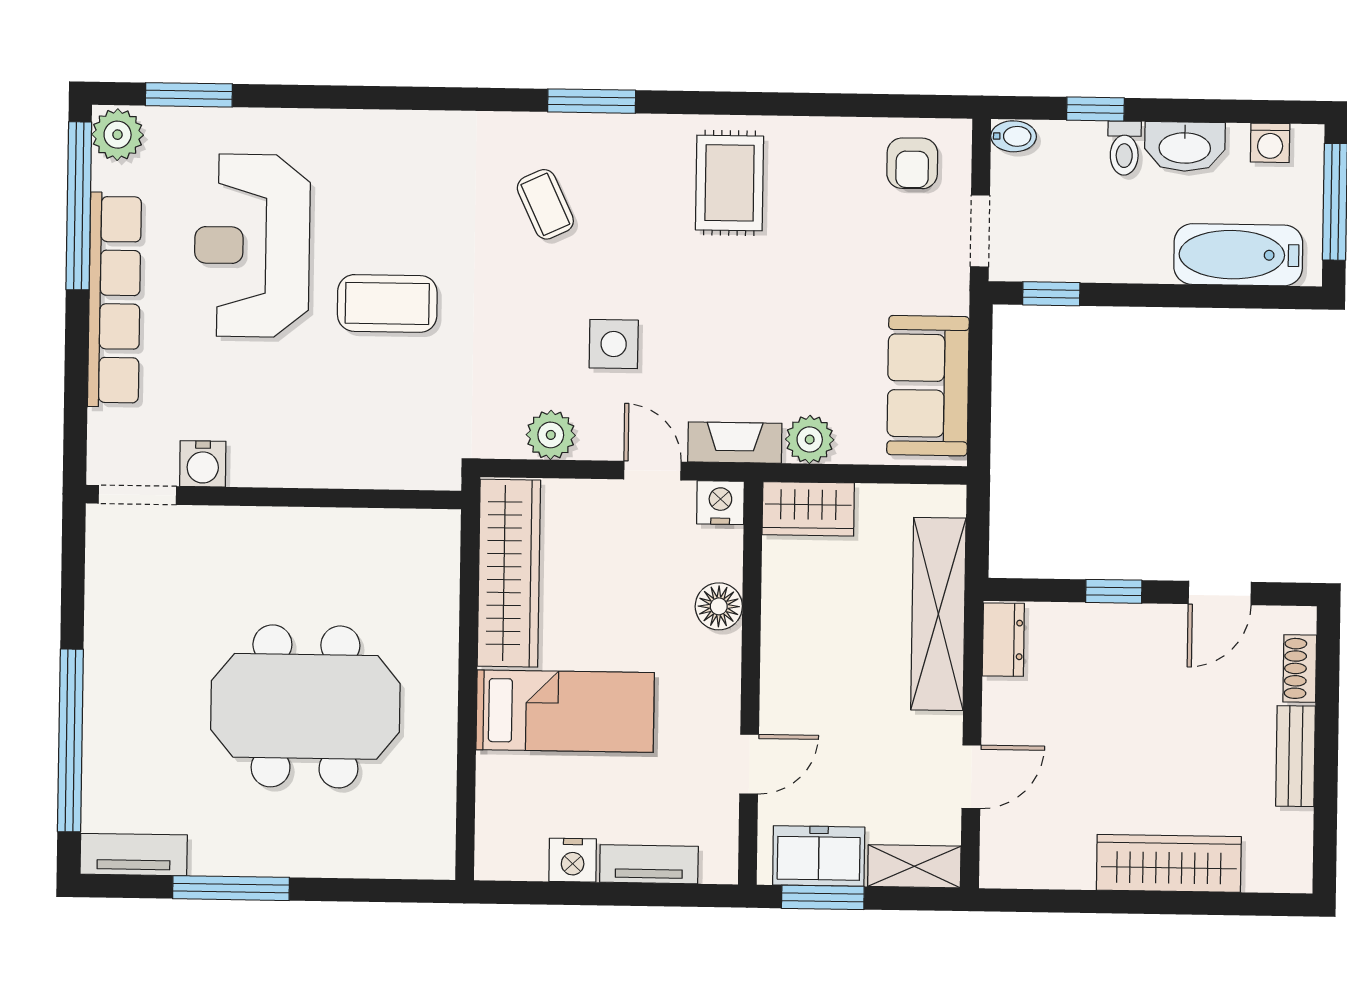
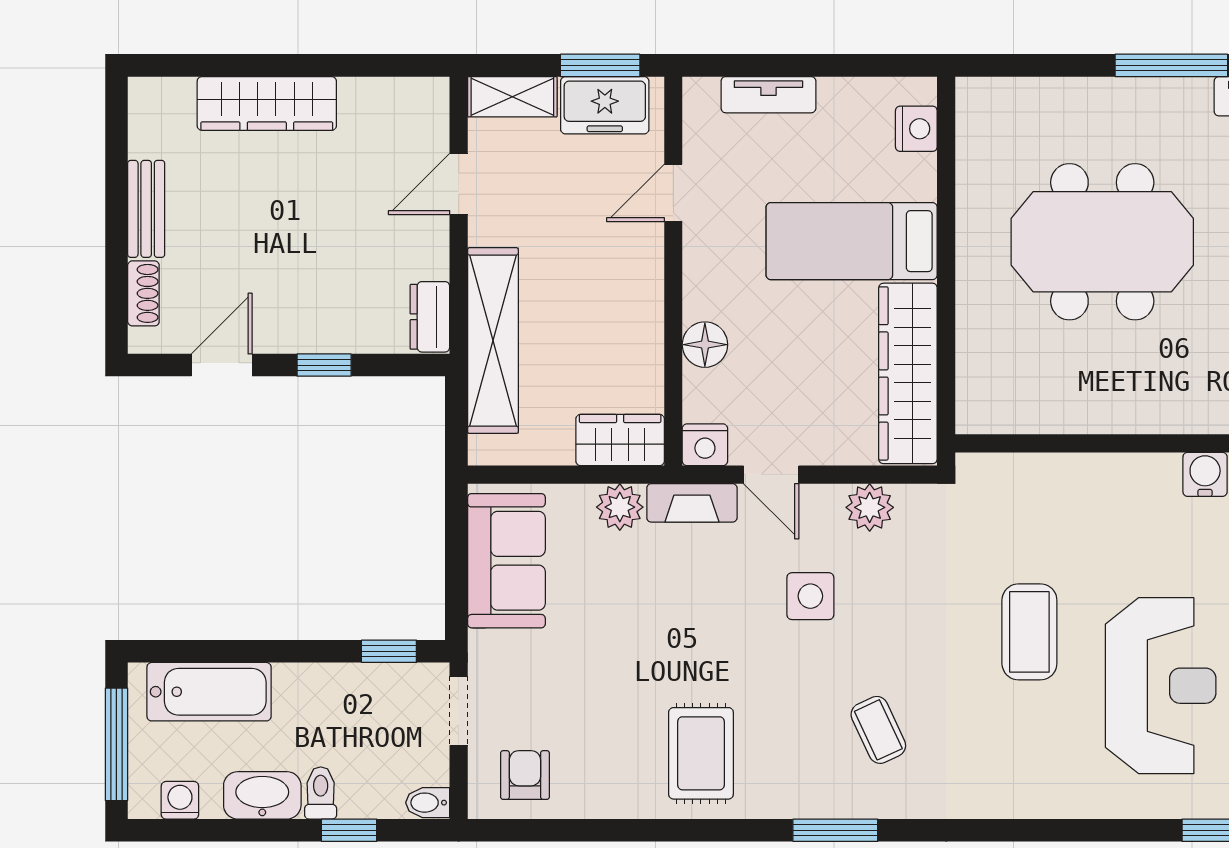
coffee table: (387, 303) -> (1029, 632), turned 90
nightstand: (573, 860) -> (916, 129), moved, turned 90

